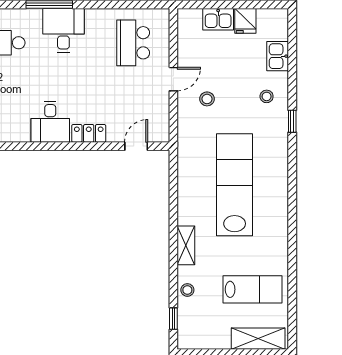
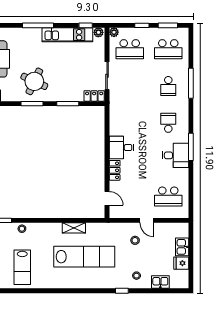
school desk: (133, 43) -> (168, 197), turned 180
shelving: (186, 245) -> (74, 228), moved

